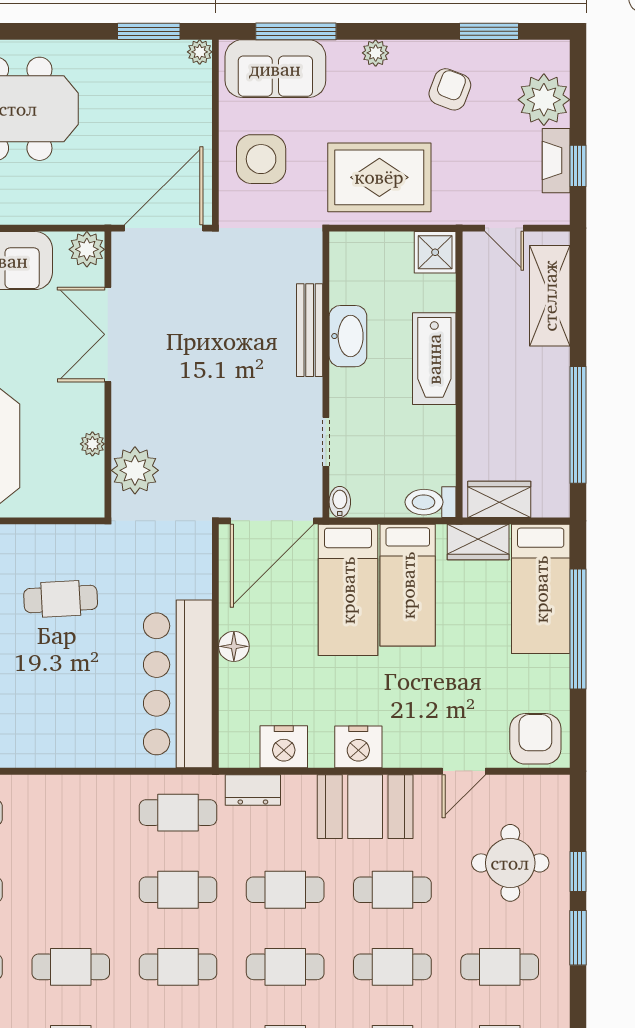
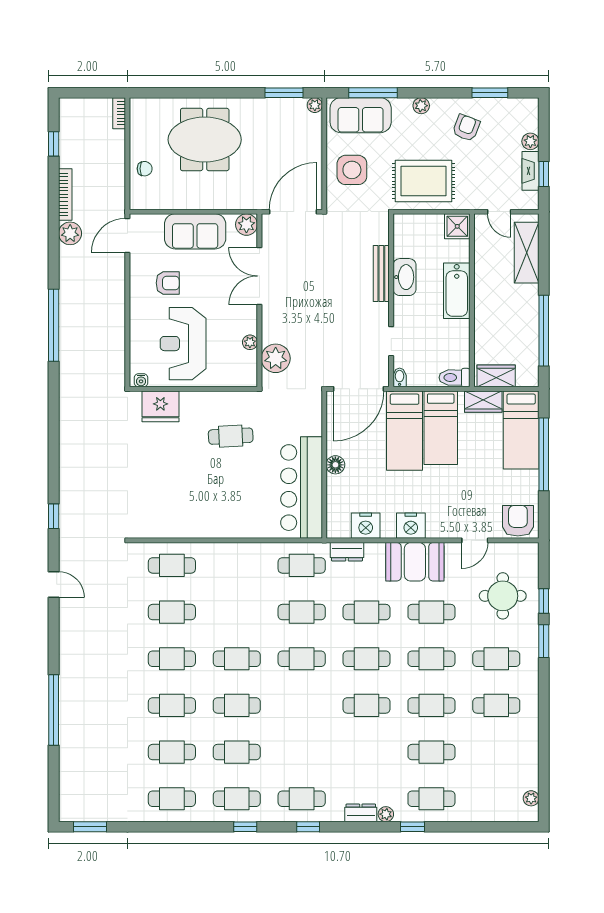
plant: (544, 100) -> (530, 141), width x0.53, depth x0.53

